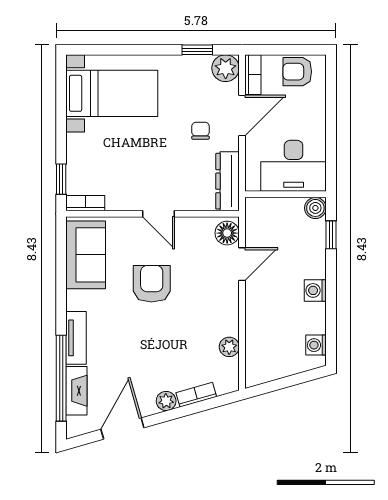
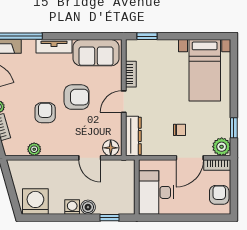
door: (242, 116) -> (190, 158), hinge flipped
dresser: (227, 181) -> (133, 136), moved, turned 90
bookcase: (85, 203) -> (131, 74), moved
boiler: (315, 208) -> (88, 207), moved
armchair: (175, 331) -> (45, 113), added
tv unit: (76, 338) -> (54, 46), moved
washing machine: (316, 345) -> (35, 201), width x1.89, depth x1.89

